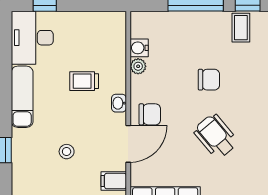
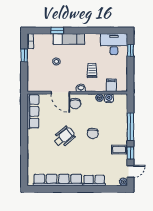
exam couch: (22, 97) -> (69, 39), moved
filing cabinet: (114, 181) -> (111, 85), moved

